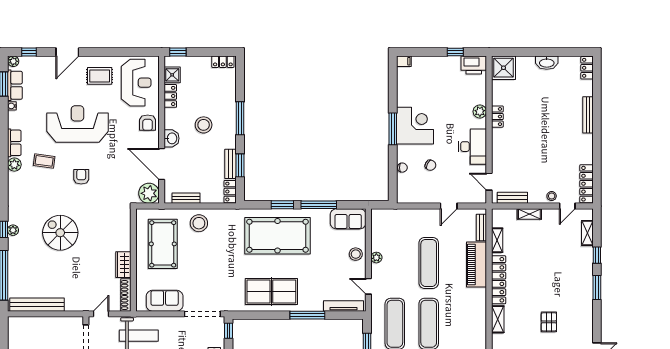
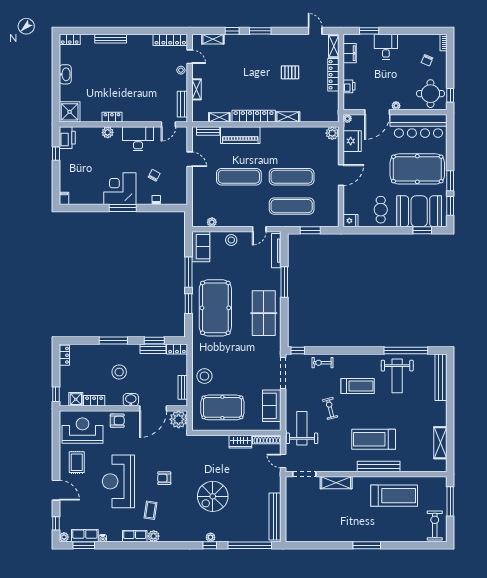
plant: (376, 258) -> (212, 222), moved

